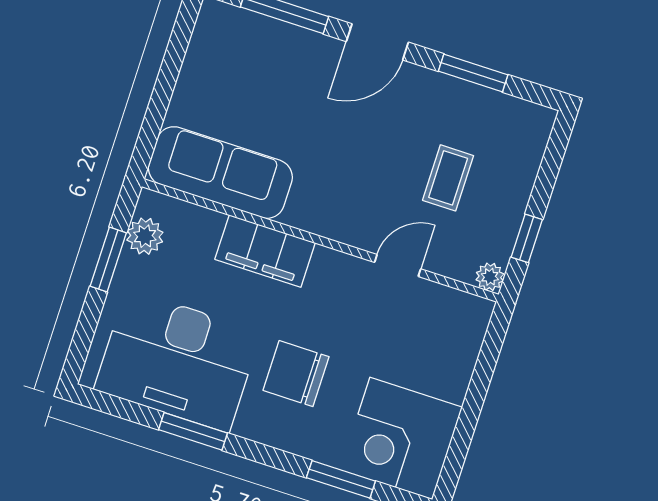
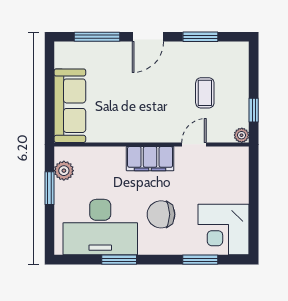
sofa: (220, 173) -> (70, 106), moved, turned 90
filing cabinet: (265, 251) -> (150, 159), moved

